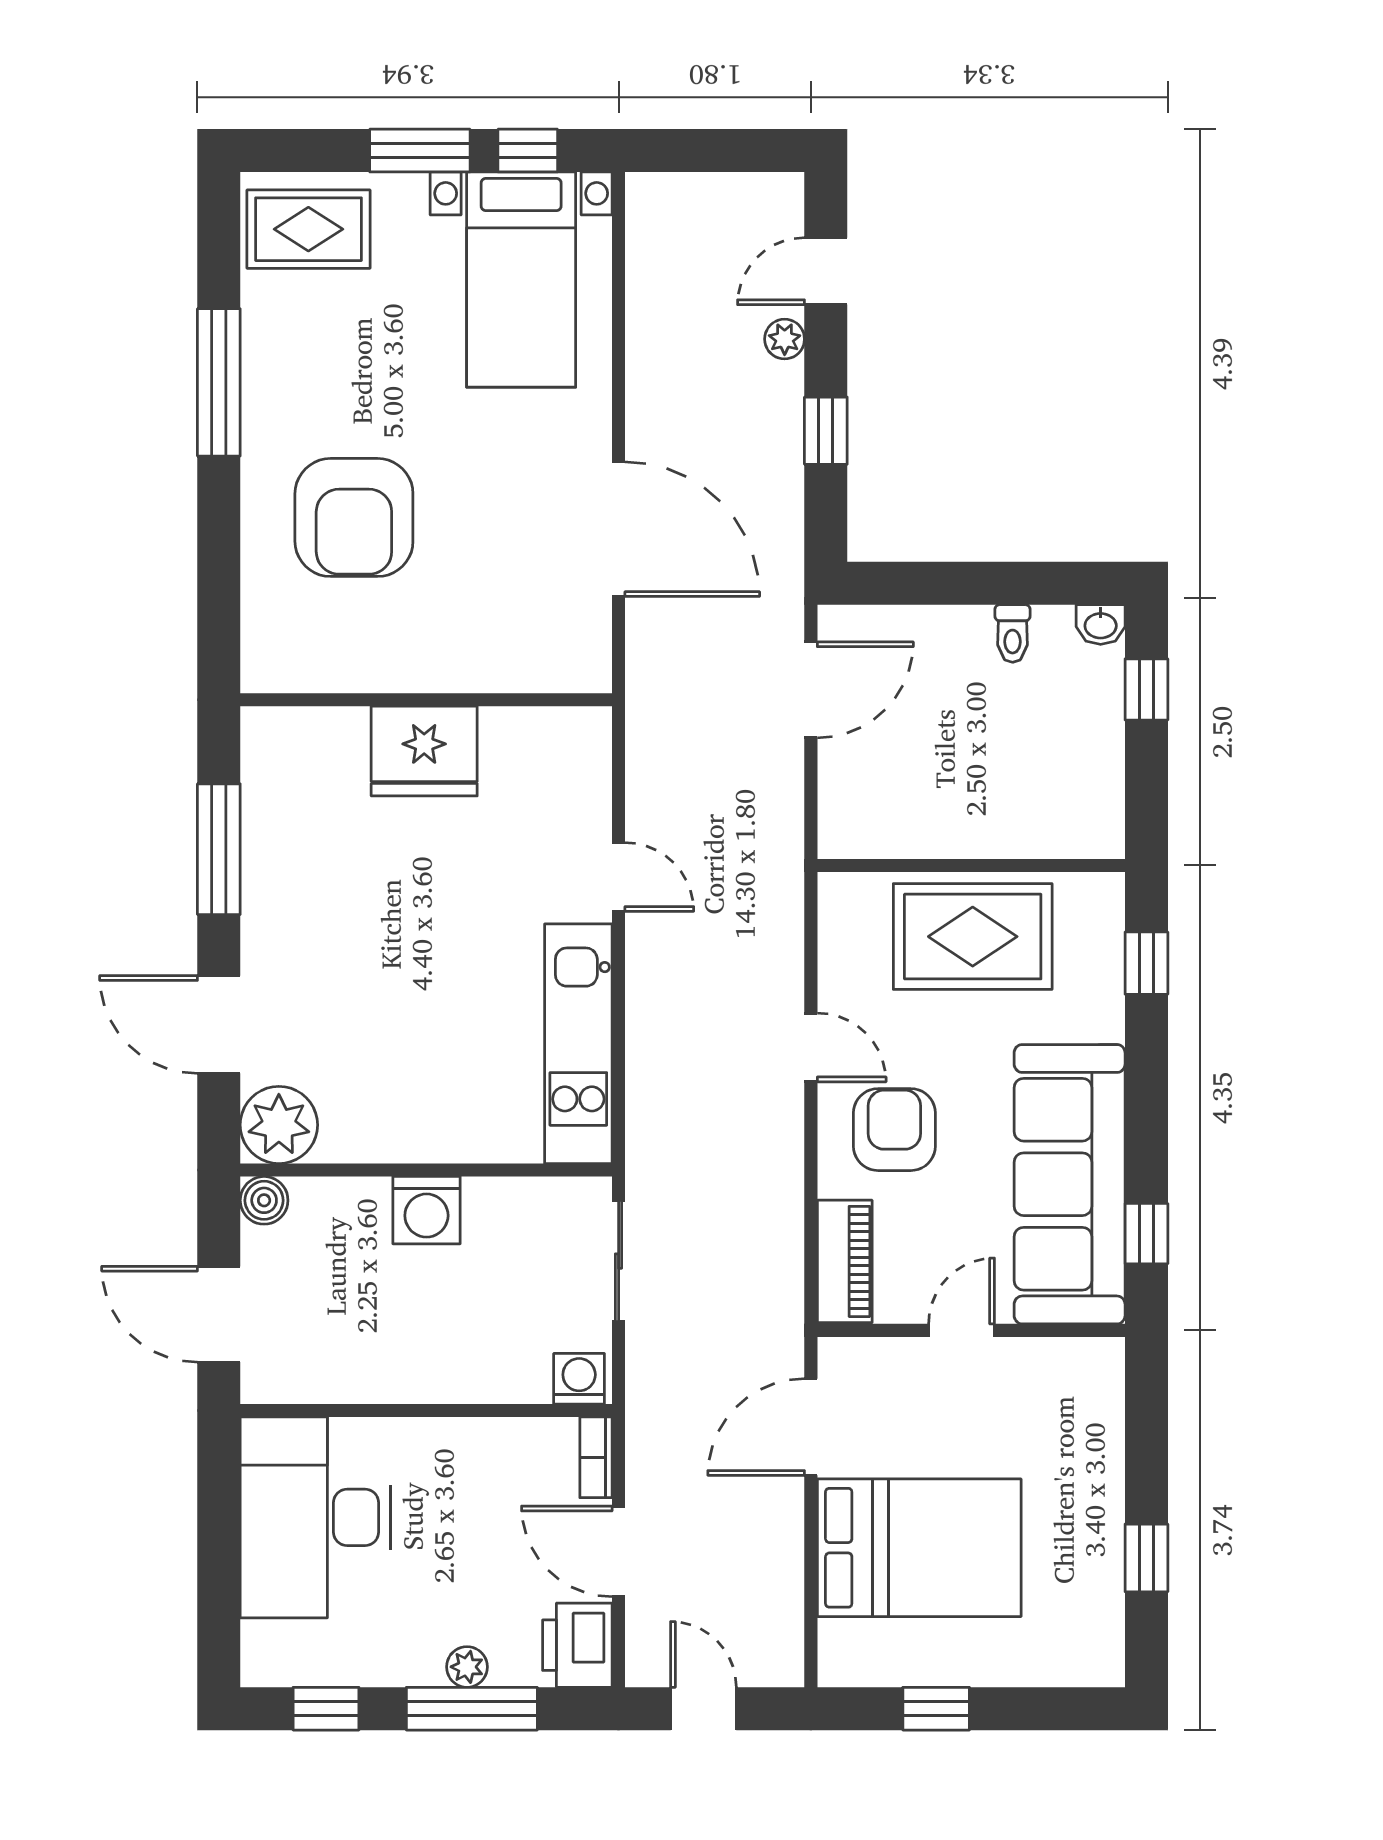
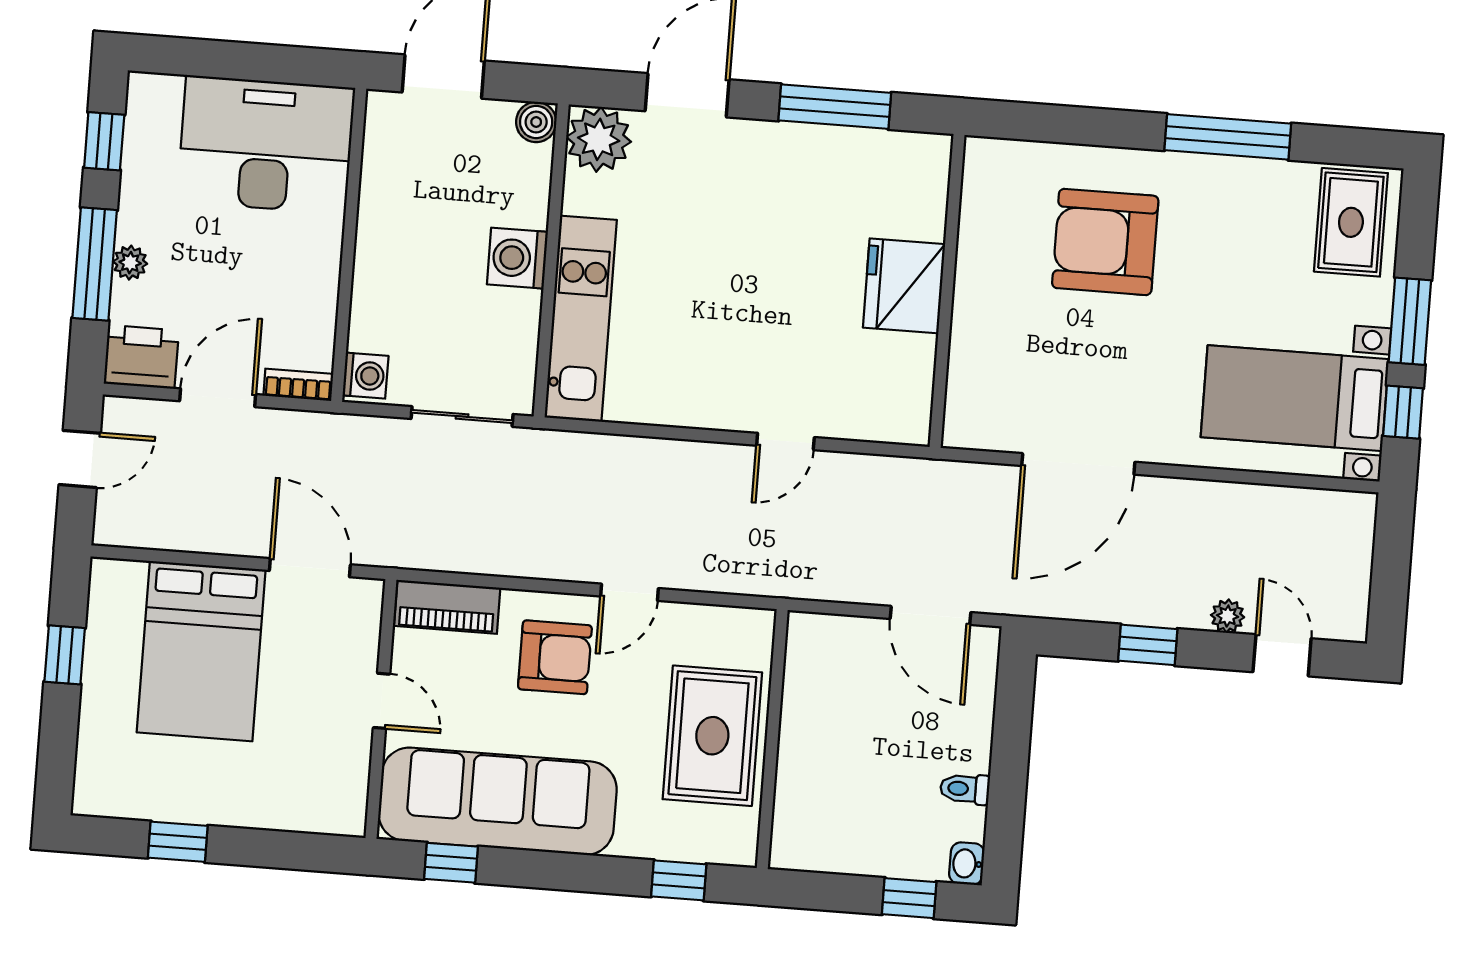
kitchen unit: (578, 1044) -> (581, 319), moved, turned 90

